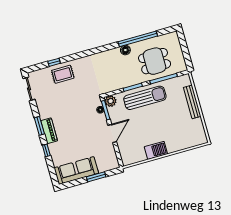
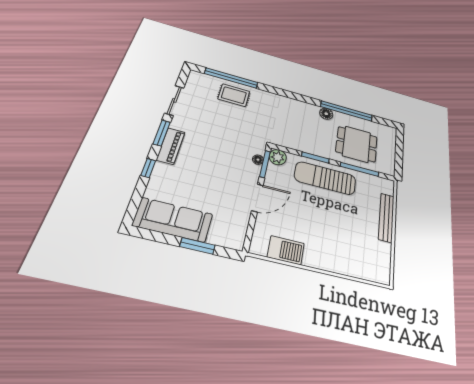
window: (54, 62) -> (231, 78), width x3.17
sliding door: (29, 89) -> (174, 100), moved
sun lounger: (145, 98) -> (325, 178), turned 180
barbecue: (156, 150) -> (286, 250), moved

